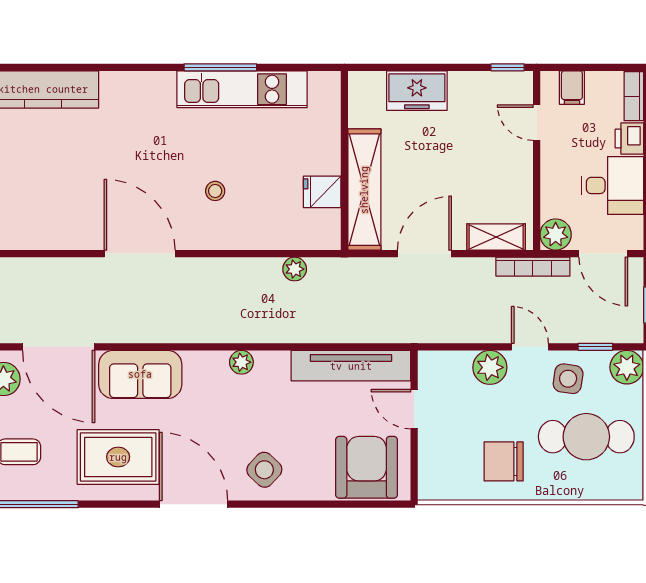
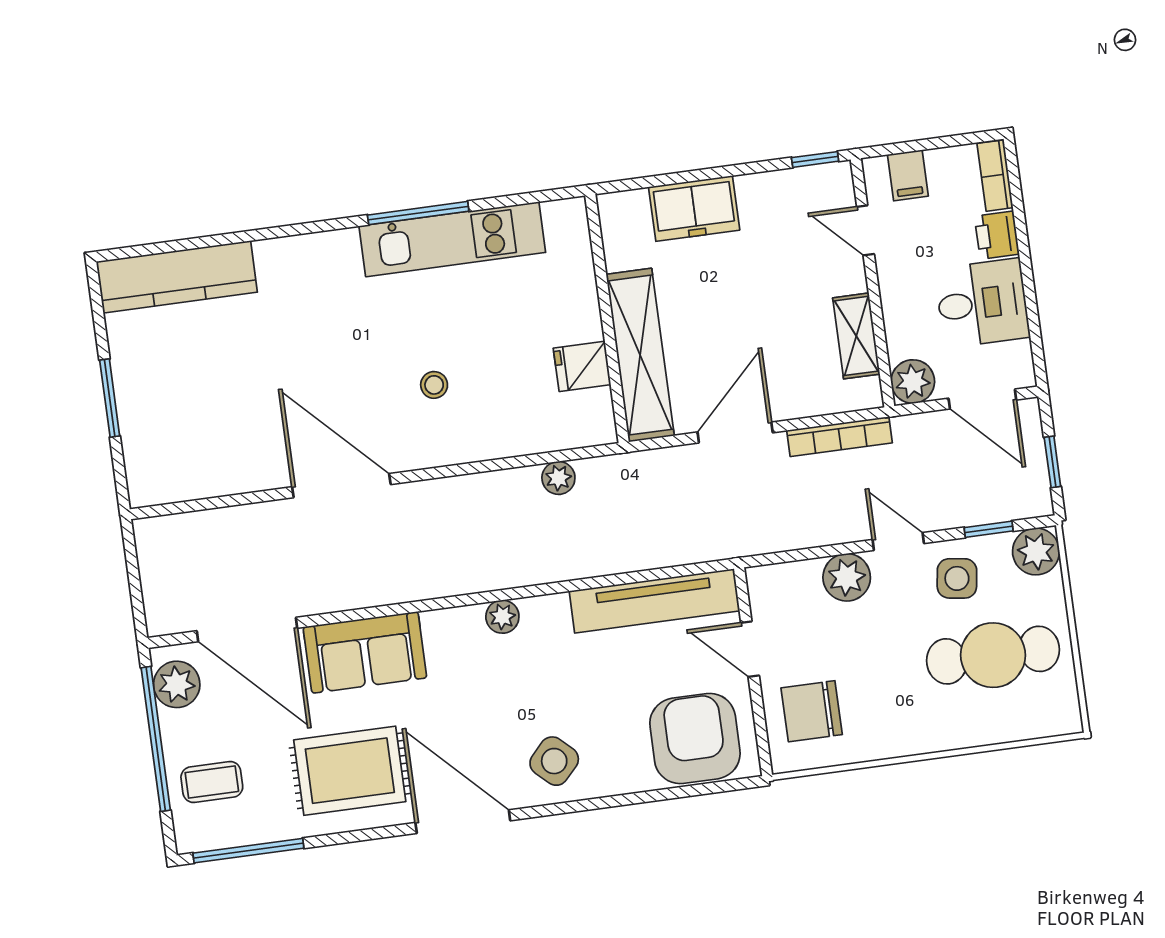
shelving: (496, 237) -> (856, 336), moved, turned 90
bookcase: (533, 267) -> (840, 437), moved
chair: (504, 461) -> (812, 711), moved

